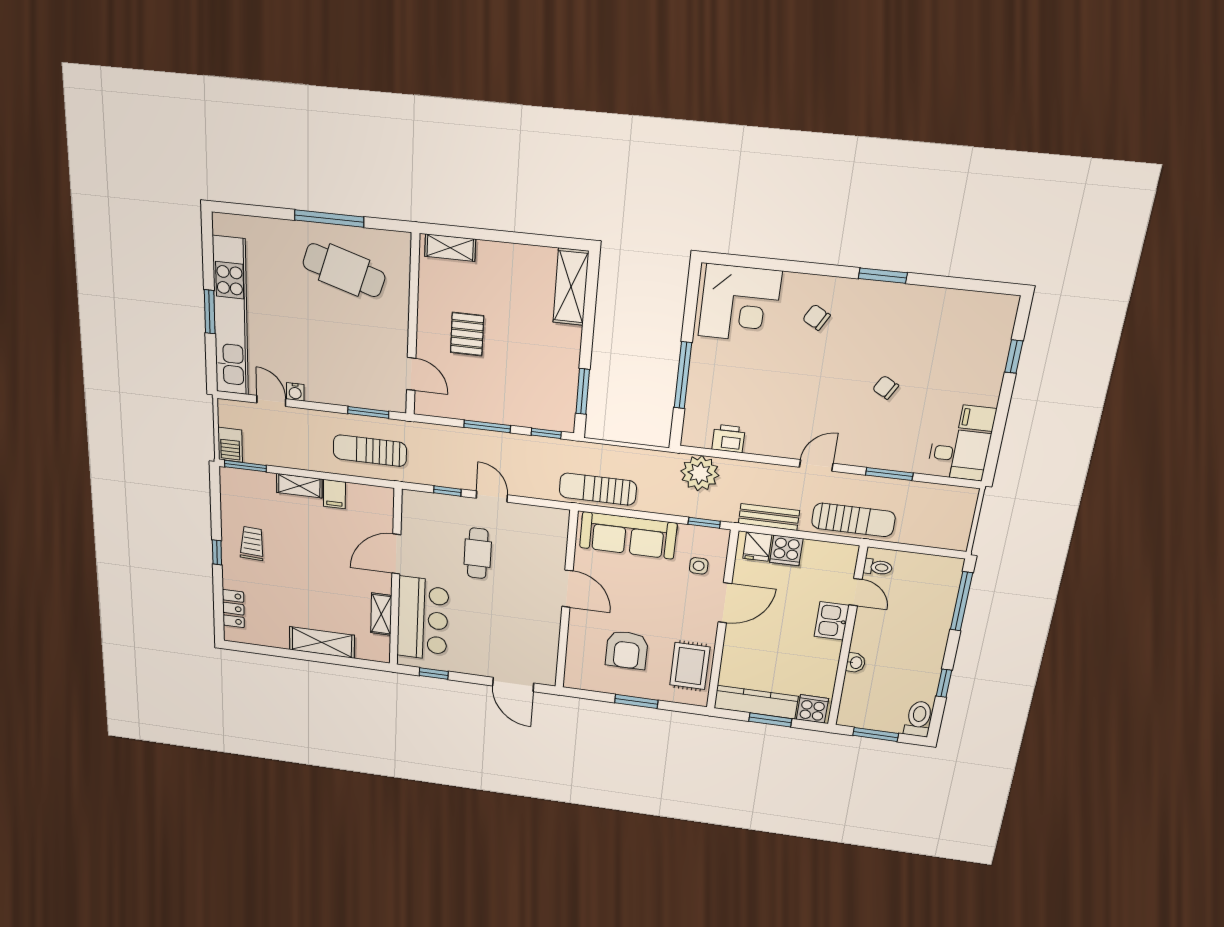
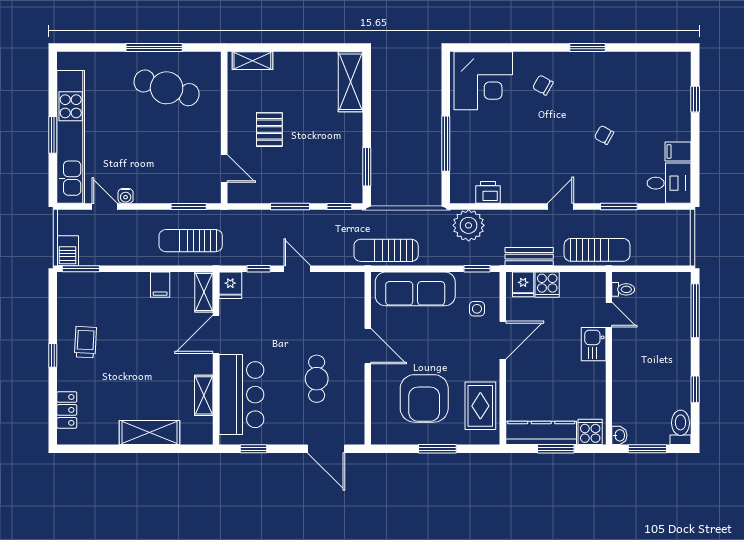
shelving: (299, 486) -> (204, 292), moved, turned 90
fridge: (414, 505) -> (230, 285), added
cafe table: (478, 553) -> (317, 379), moved
armchair: (627, 650) -> (424, 398), width x1.36, depth x1.36
washbasin: (856, 663) -> (619, 435), moved

